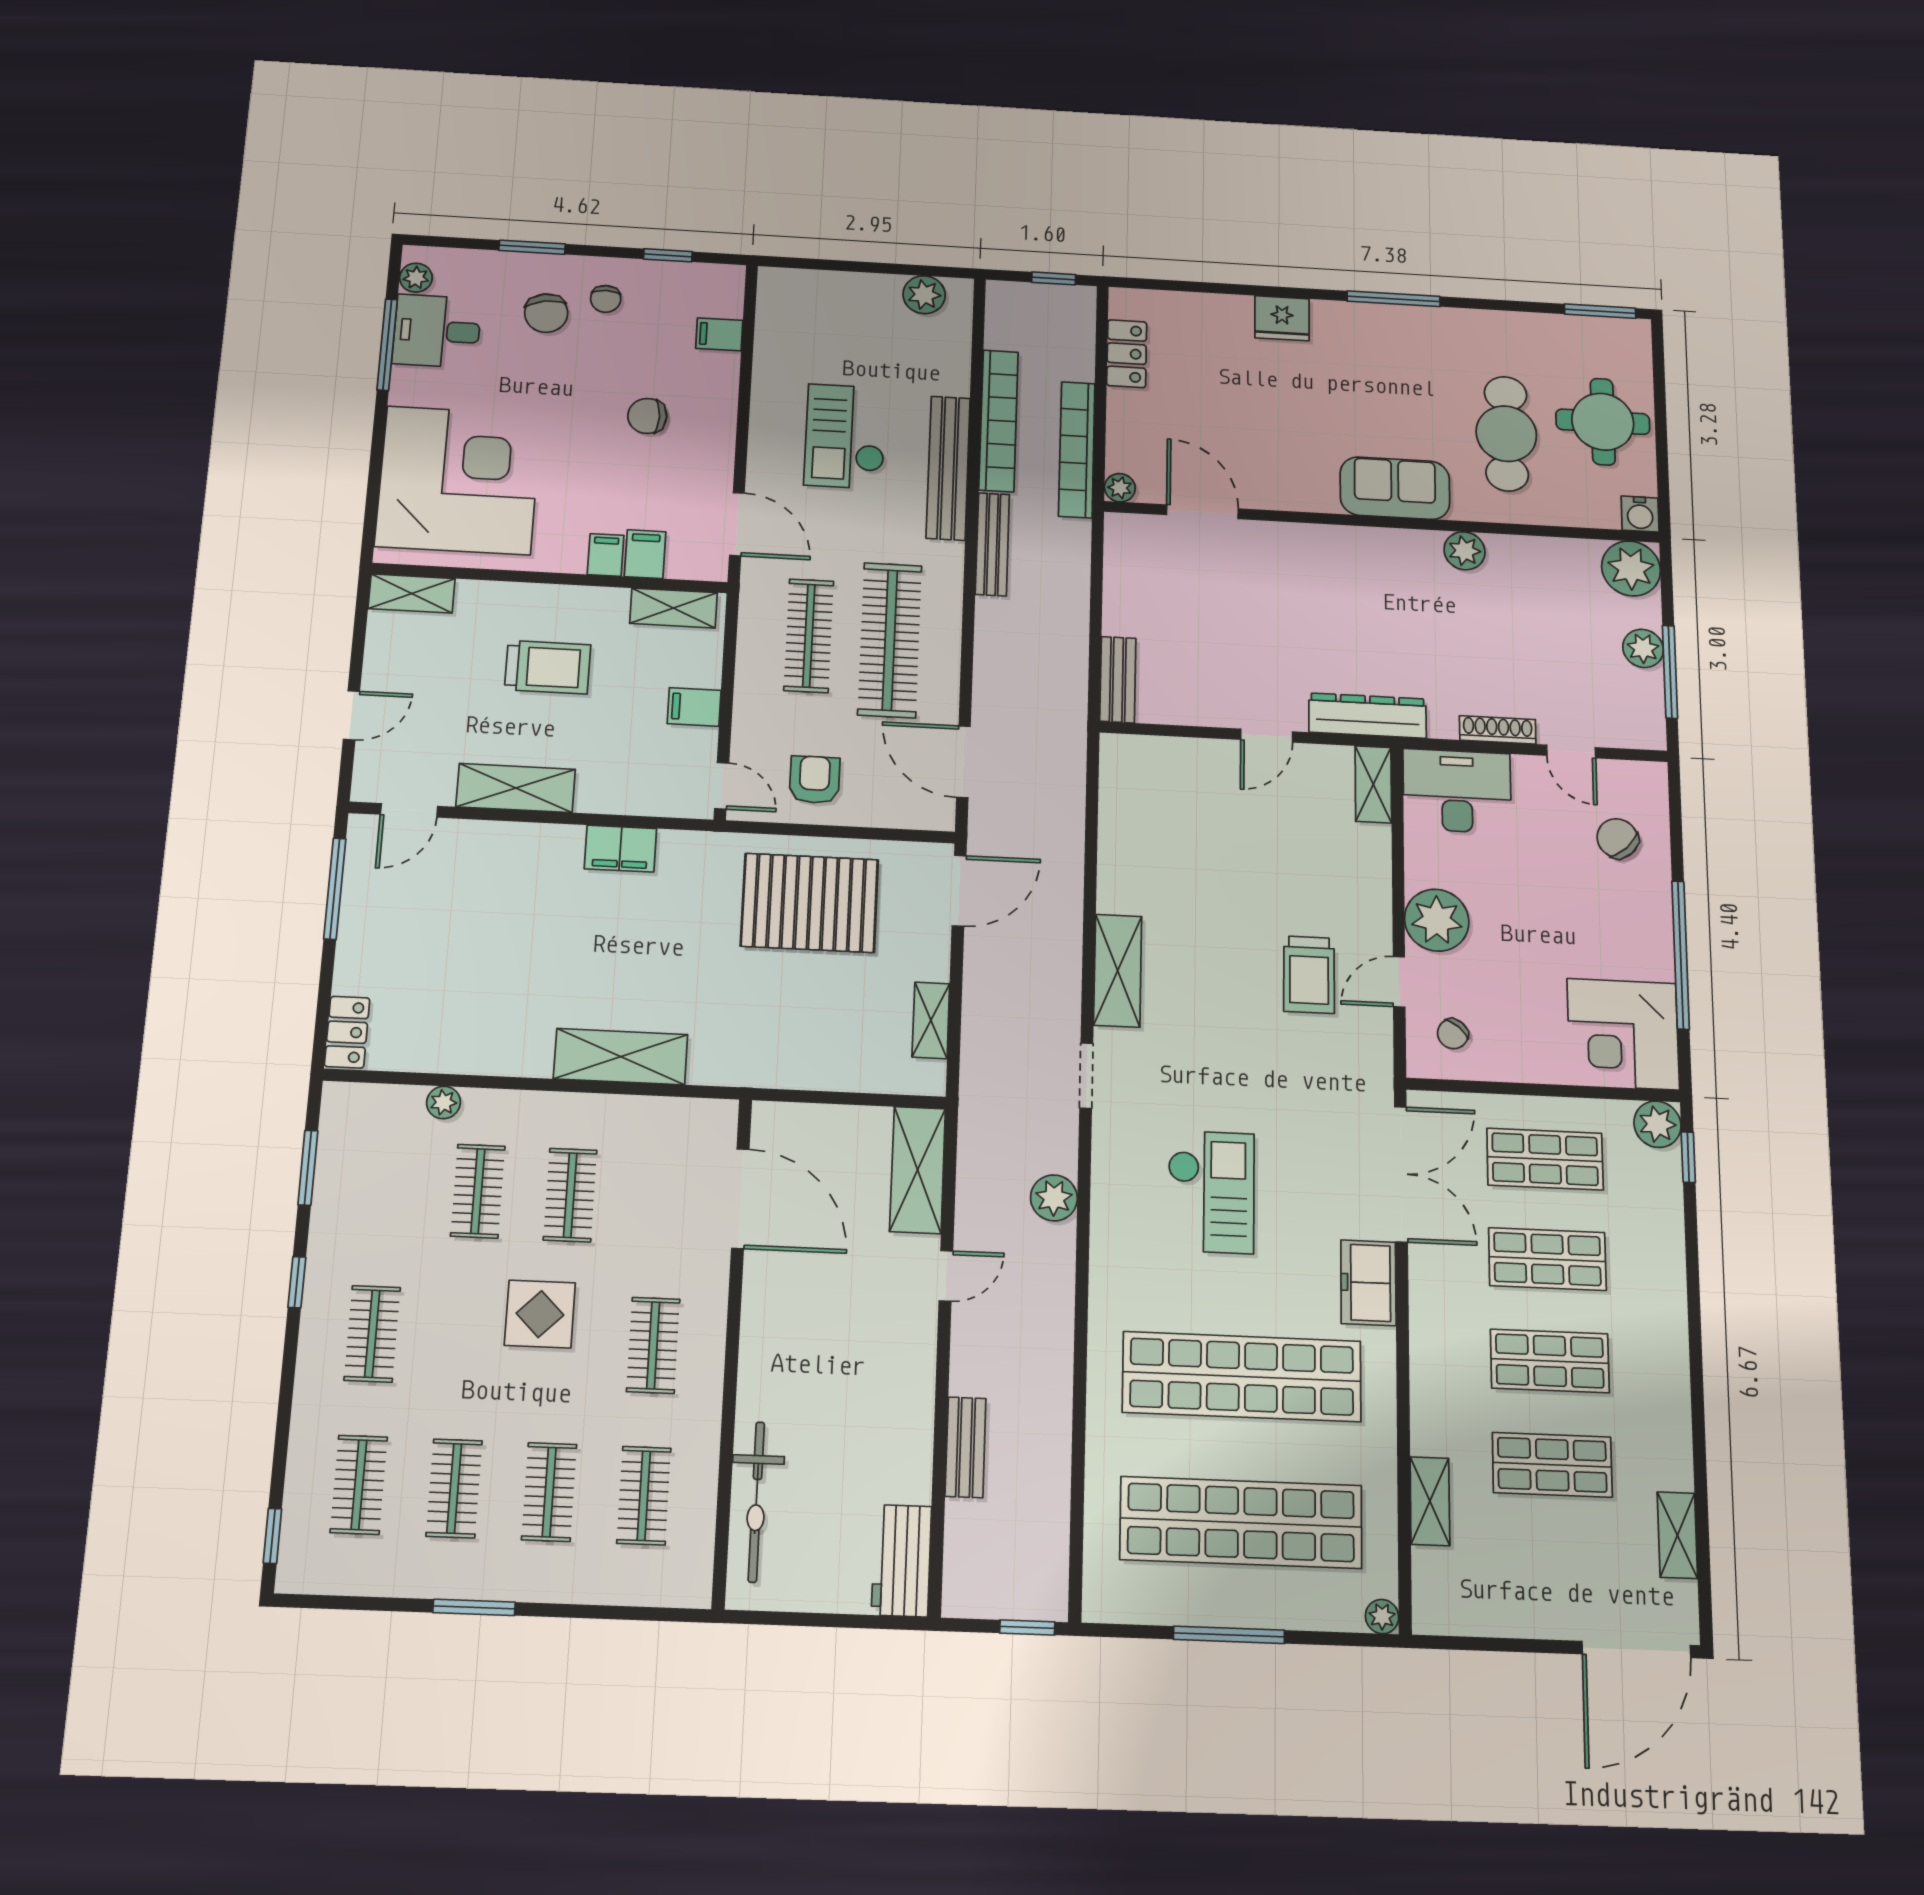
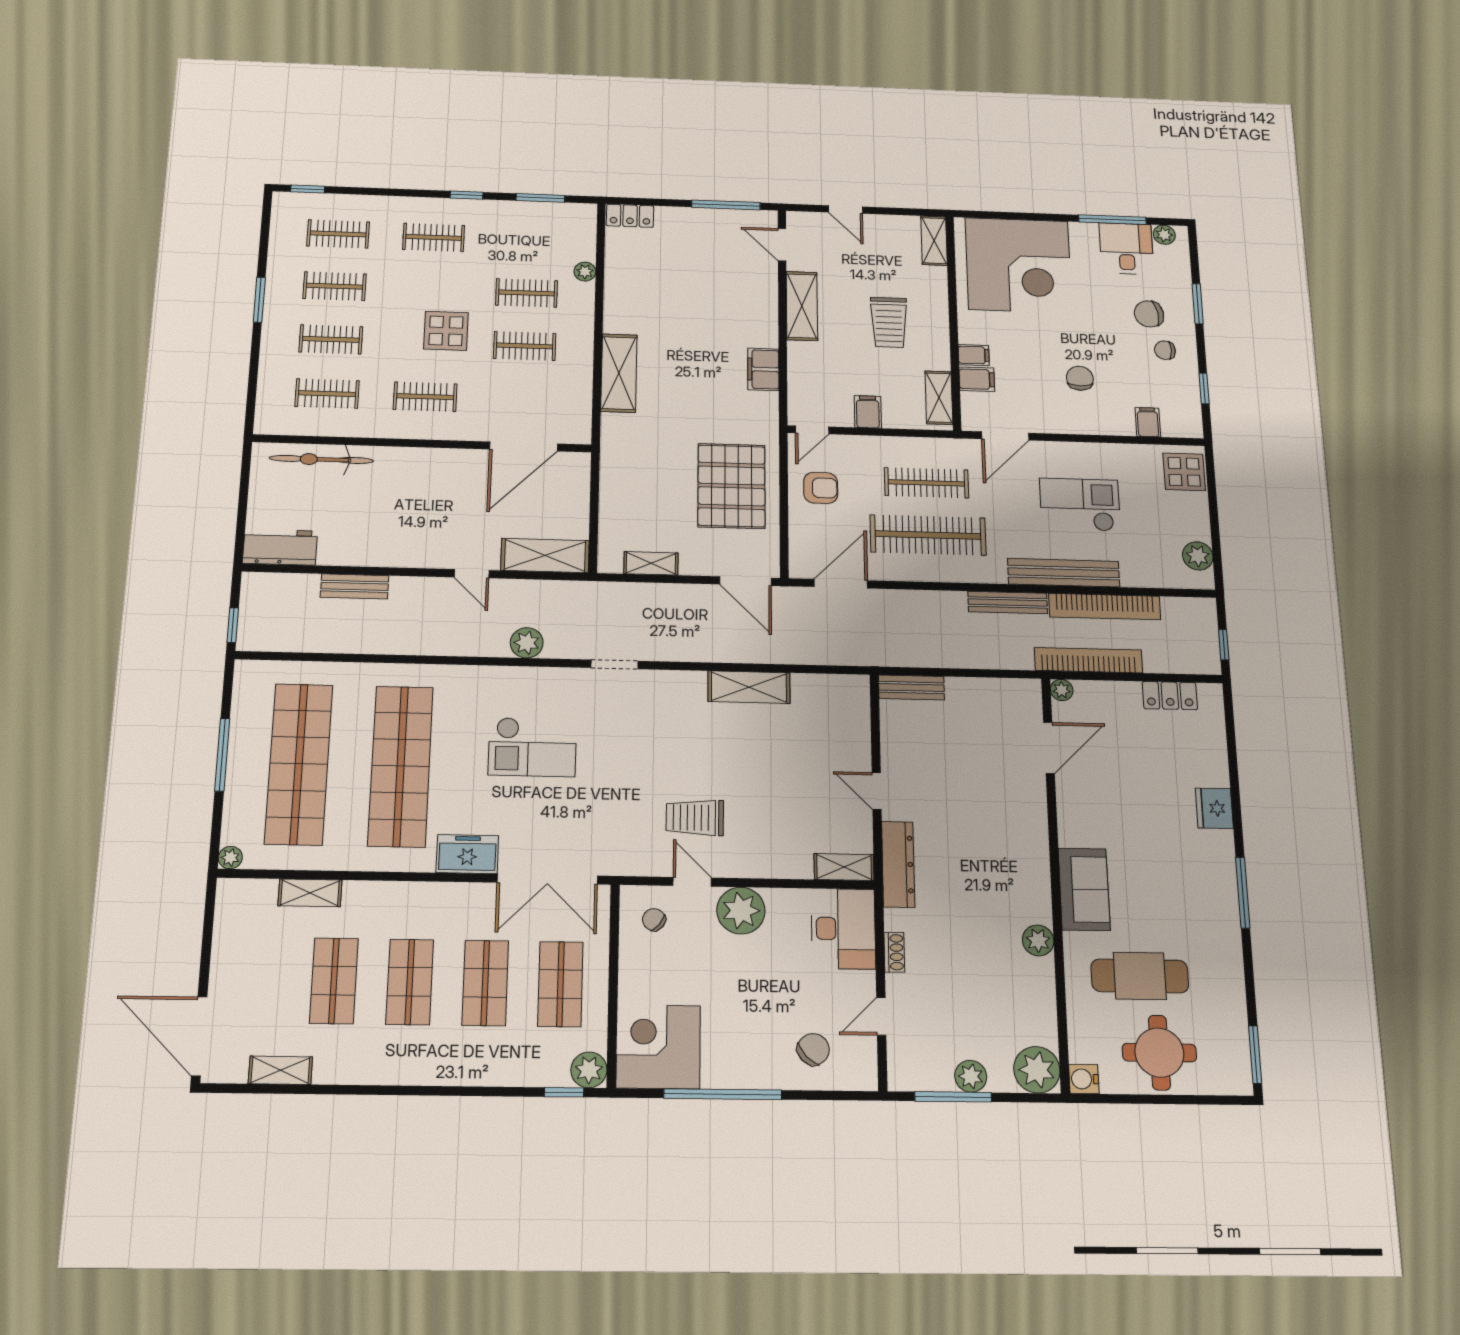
display table: (797, 297) -> (1184, 472), added
shoe rack: (1498, 730) -> (894, 952), width x0.70
shelving: (1118, 971) -> (749, 687), moved

